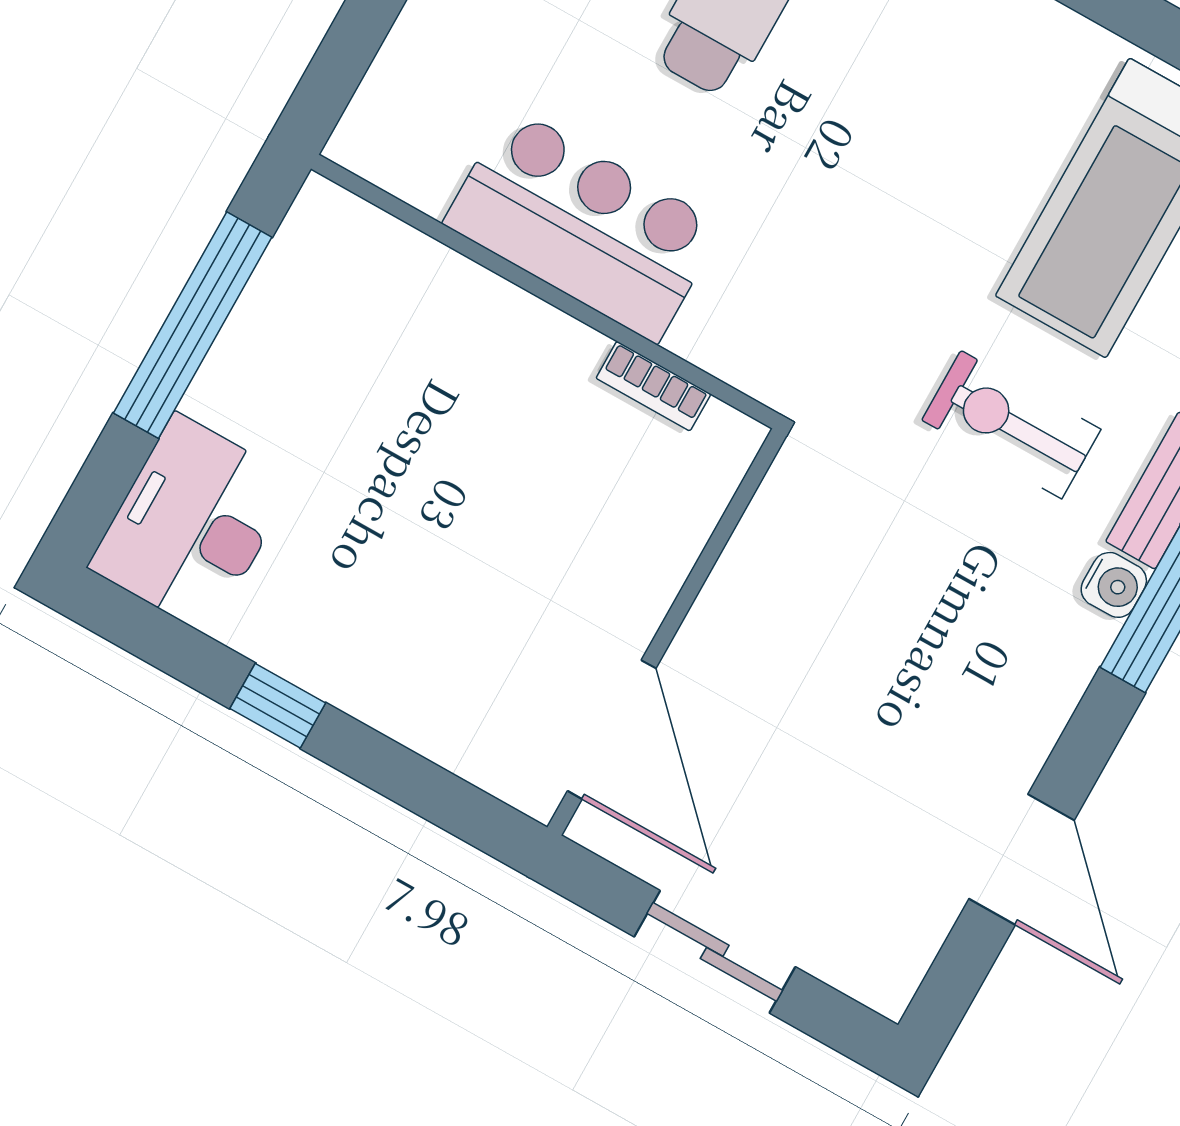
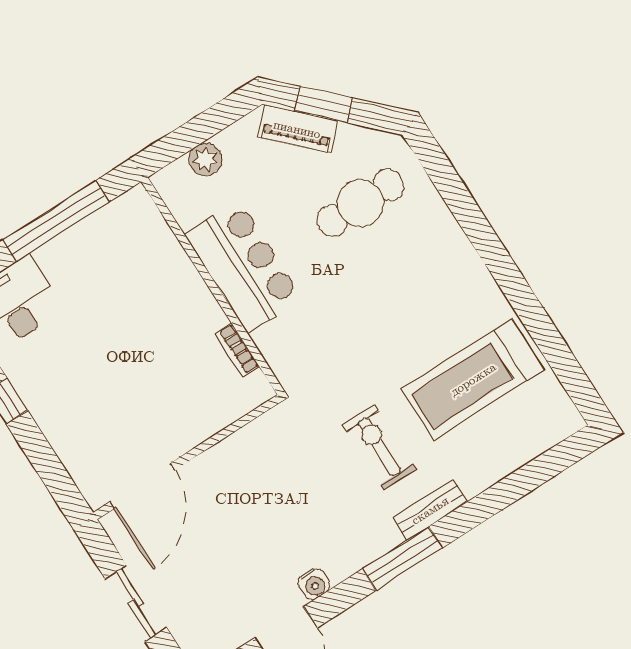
plant: (408, 65) -> (205, 159), added
water cooler: (1114, 585) -> (314, 584), moved

